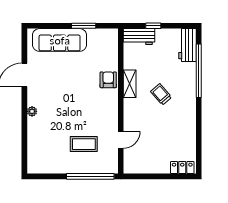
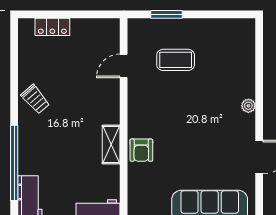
trolley: (161, 94) -> (35, 99), moved
locker: (182, 168) -> (52, 27), moved
window: (90, 176) -> (166, 14), width x0.47

